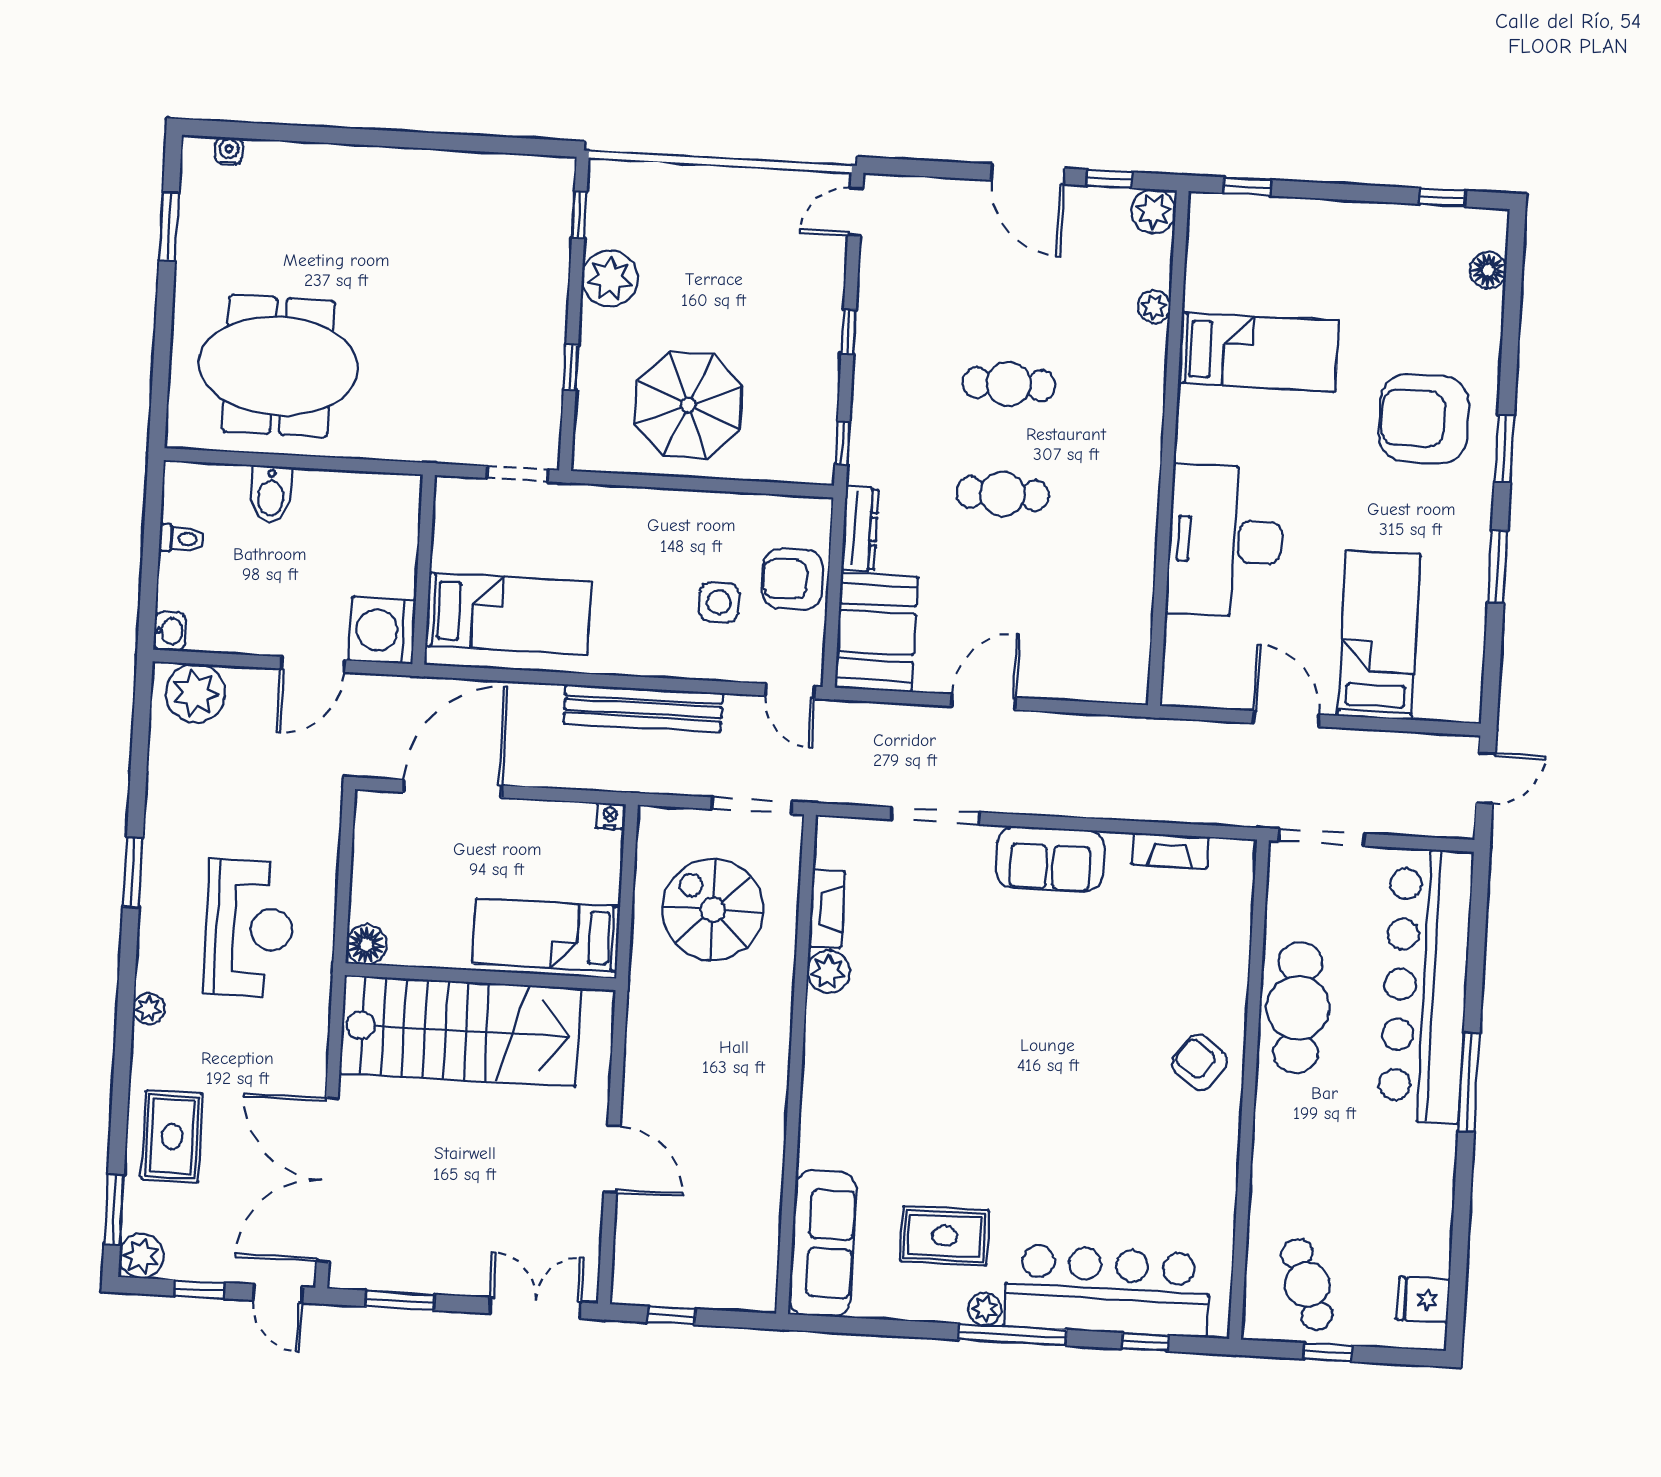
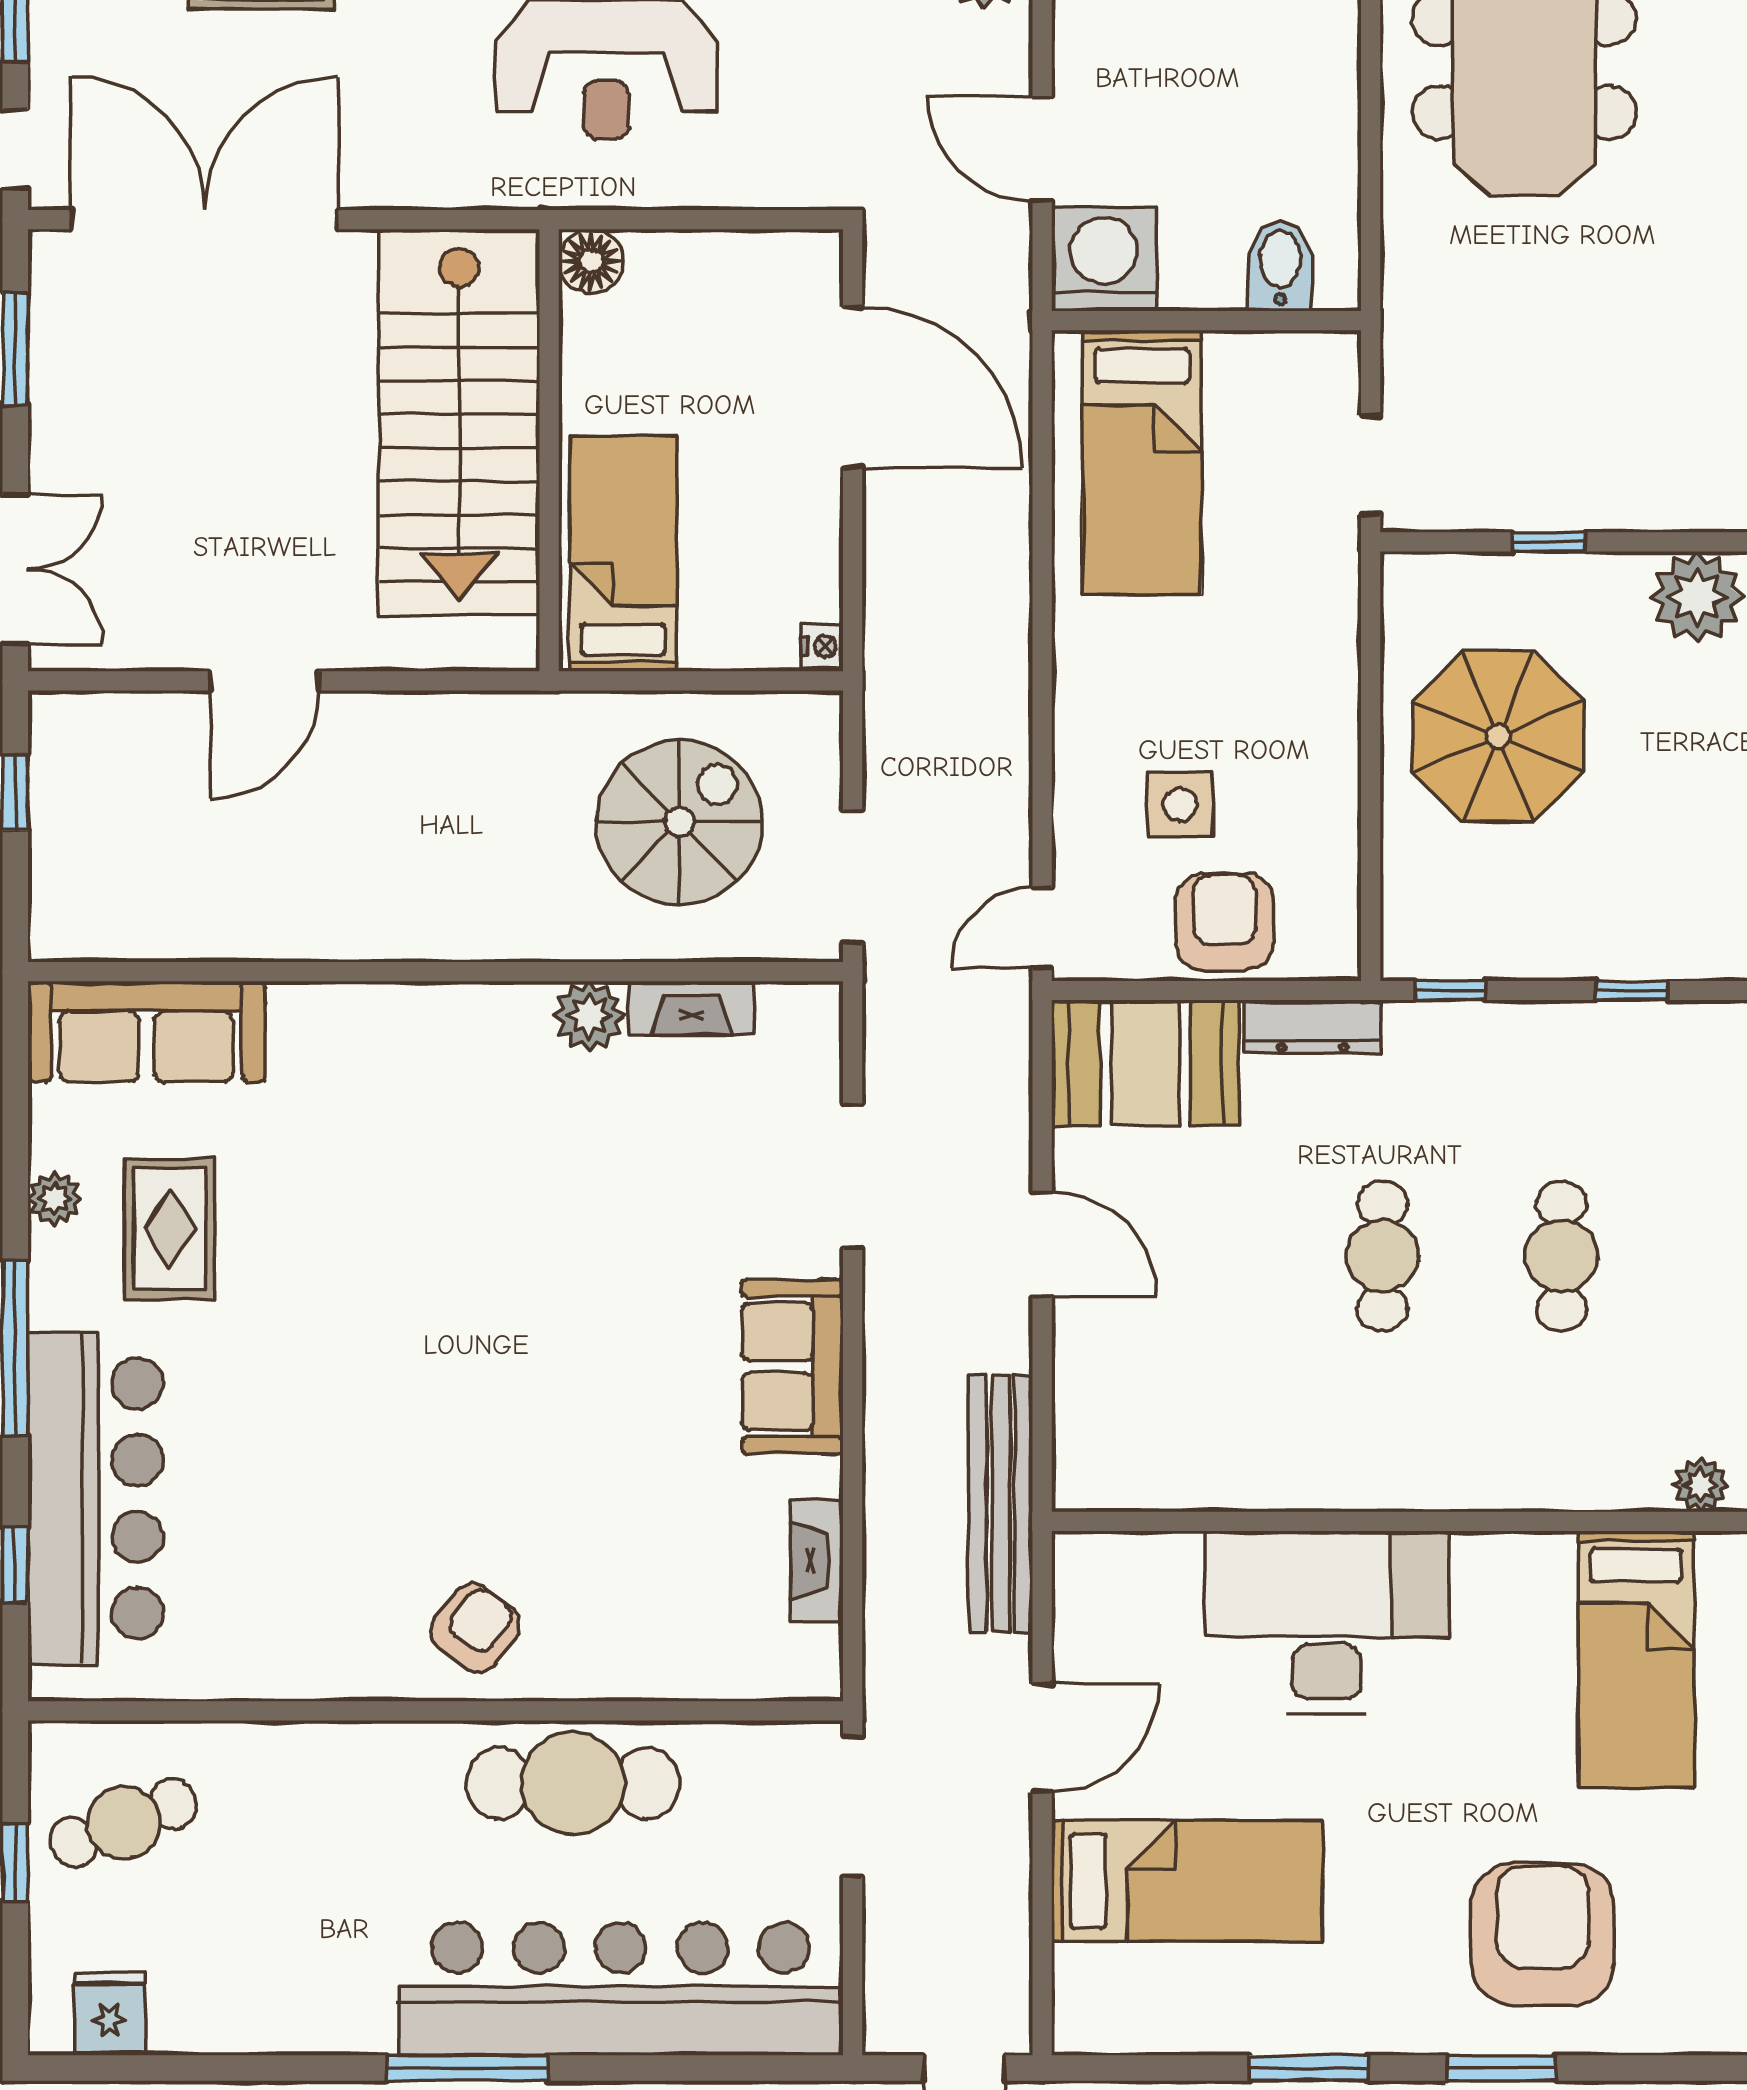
bidet: (271, 494) -> (1280, 266), moved, turned 90
bench: (643, 708) -> (1001, 1504), moved
plant: (985, 1309) -> (54, 1199), moved

